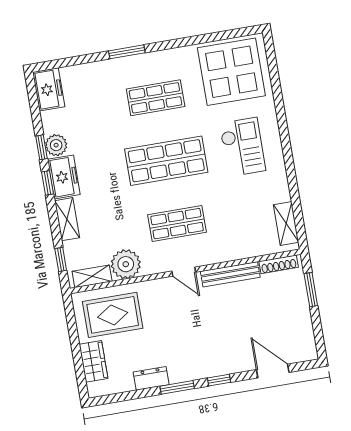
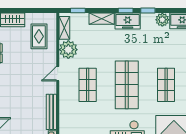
plant: (56, 145) -> (162, 20), moved
door: (184, 272) -> (58, 74), moved
rug: (113, 315) -> (39, 36), width x0.73, depth x0.70

